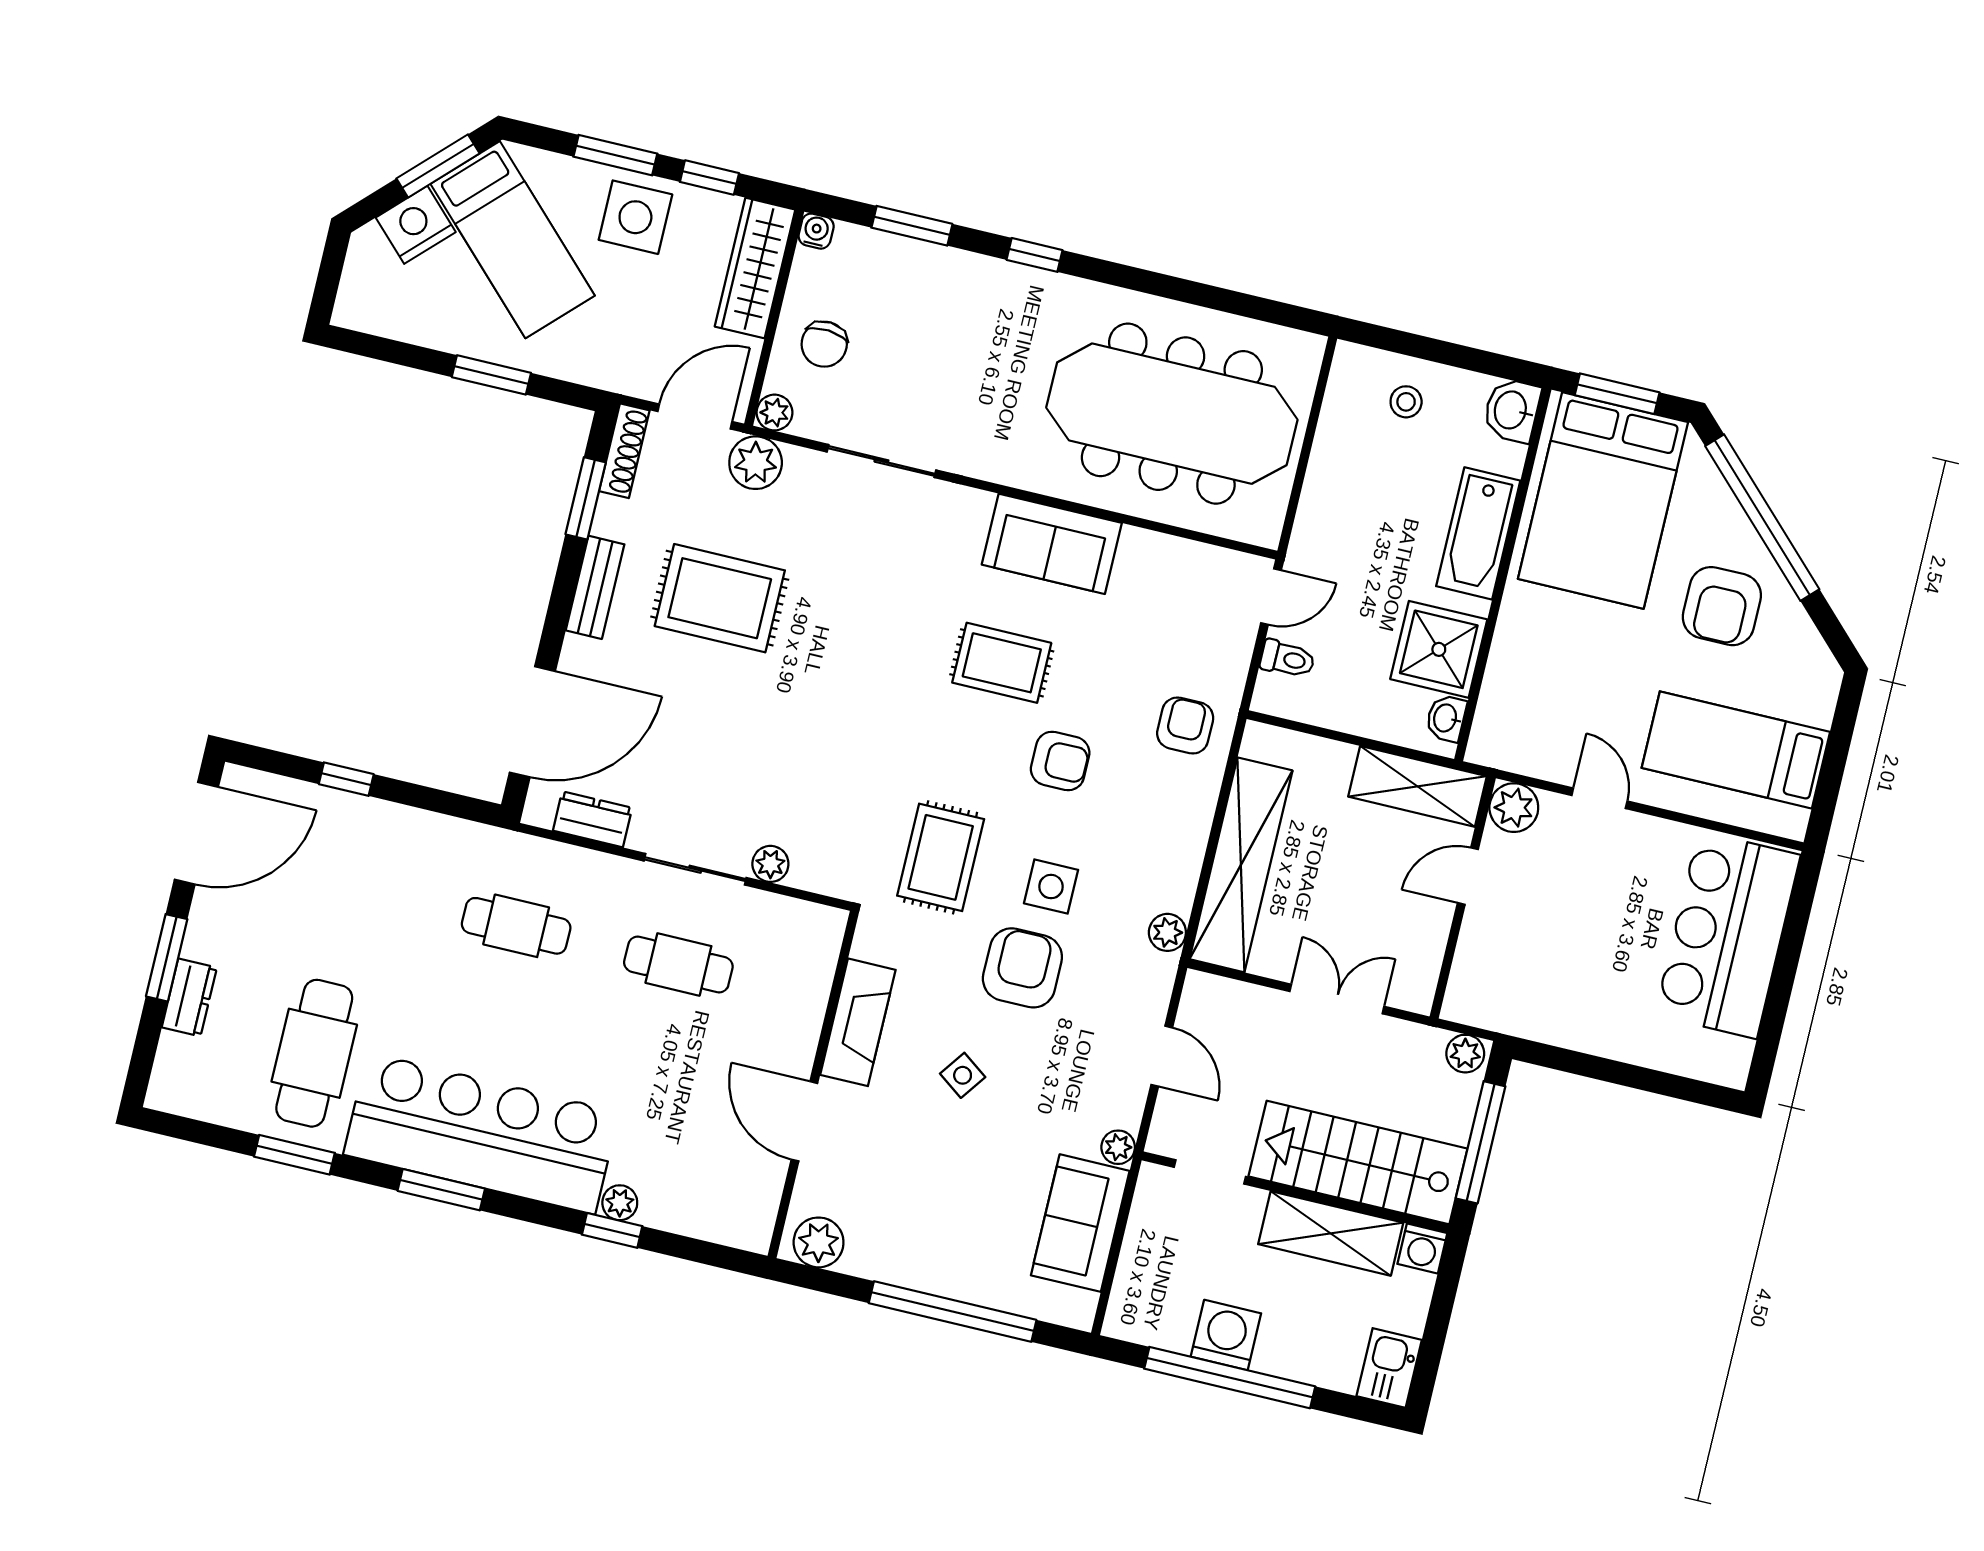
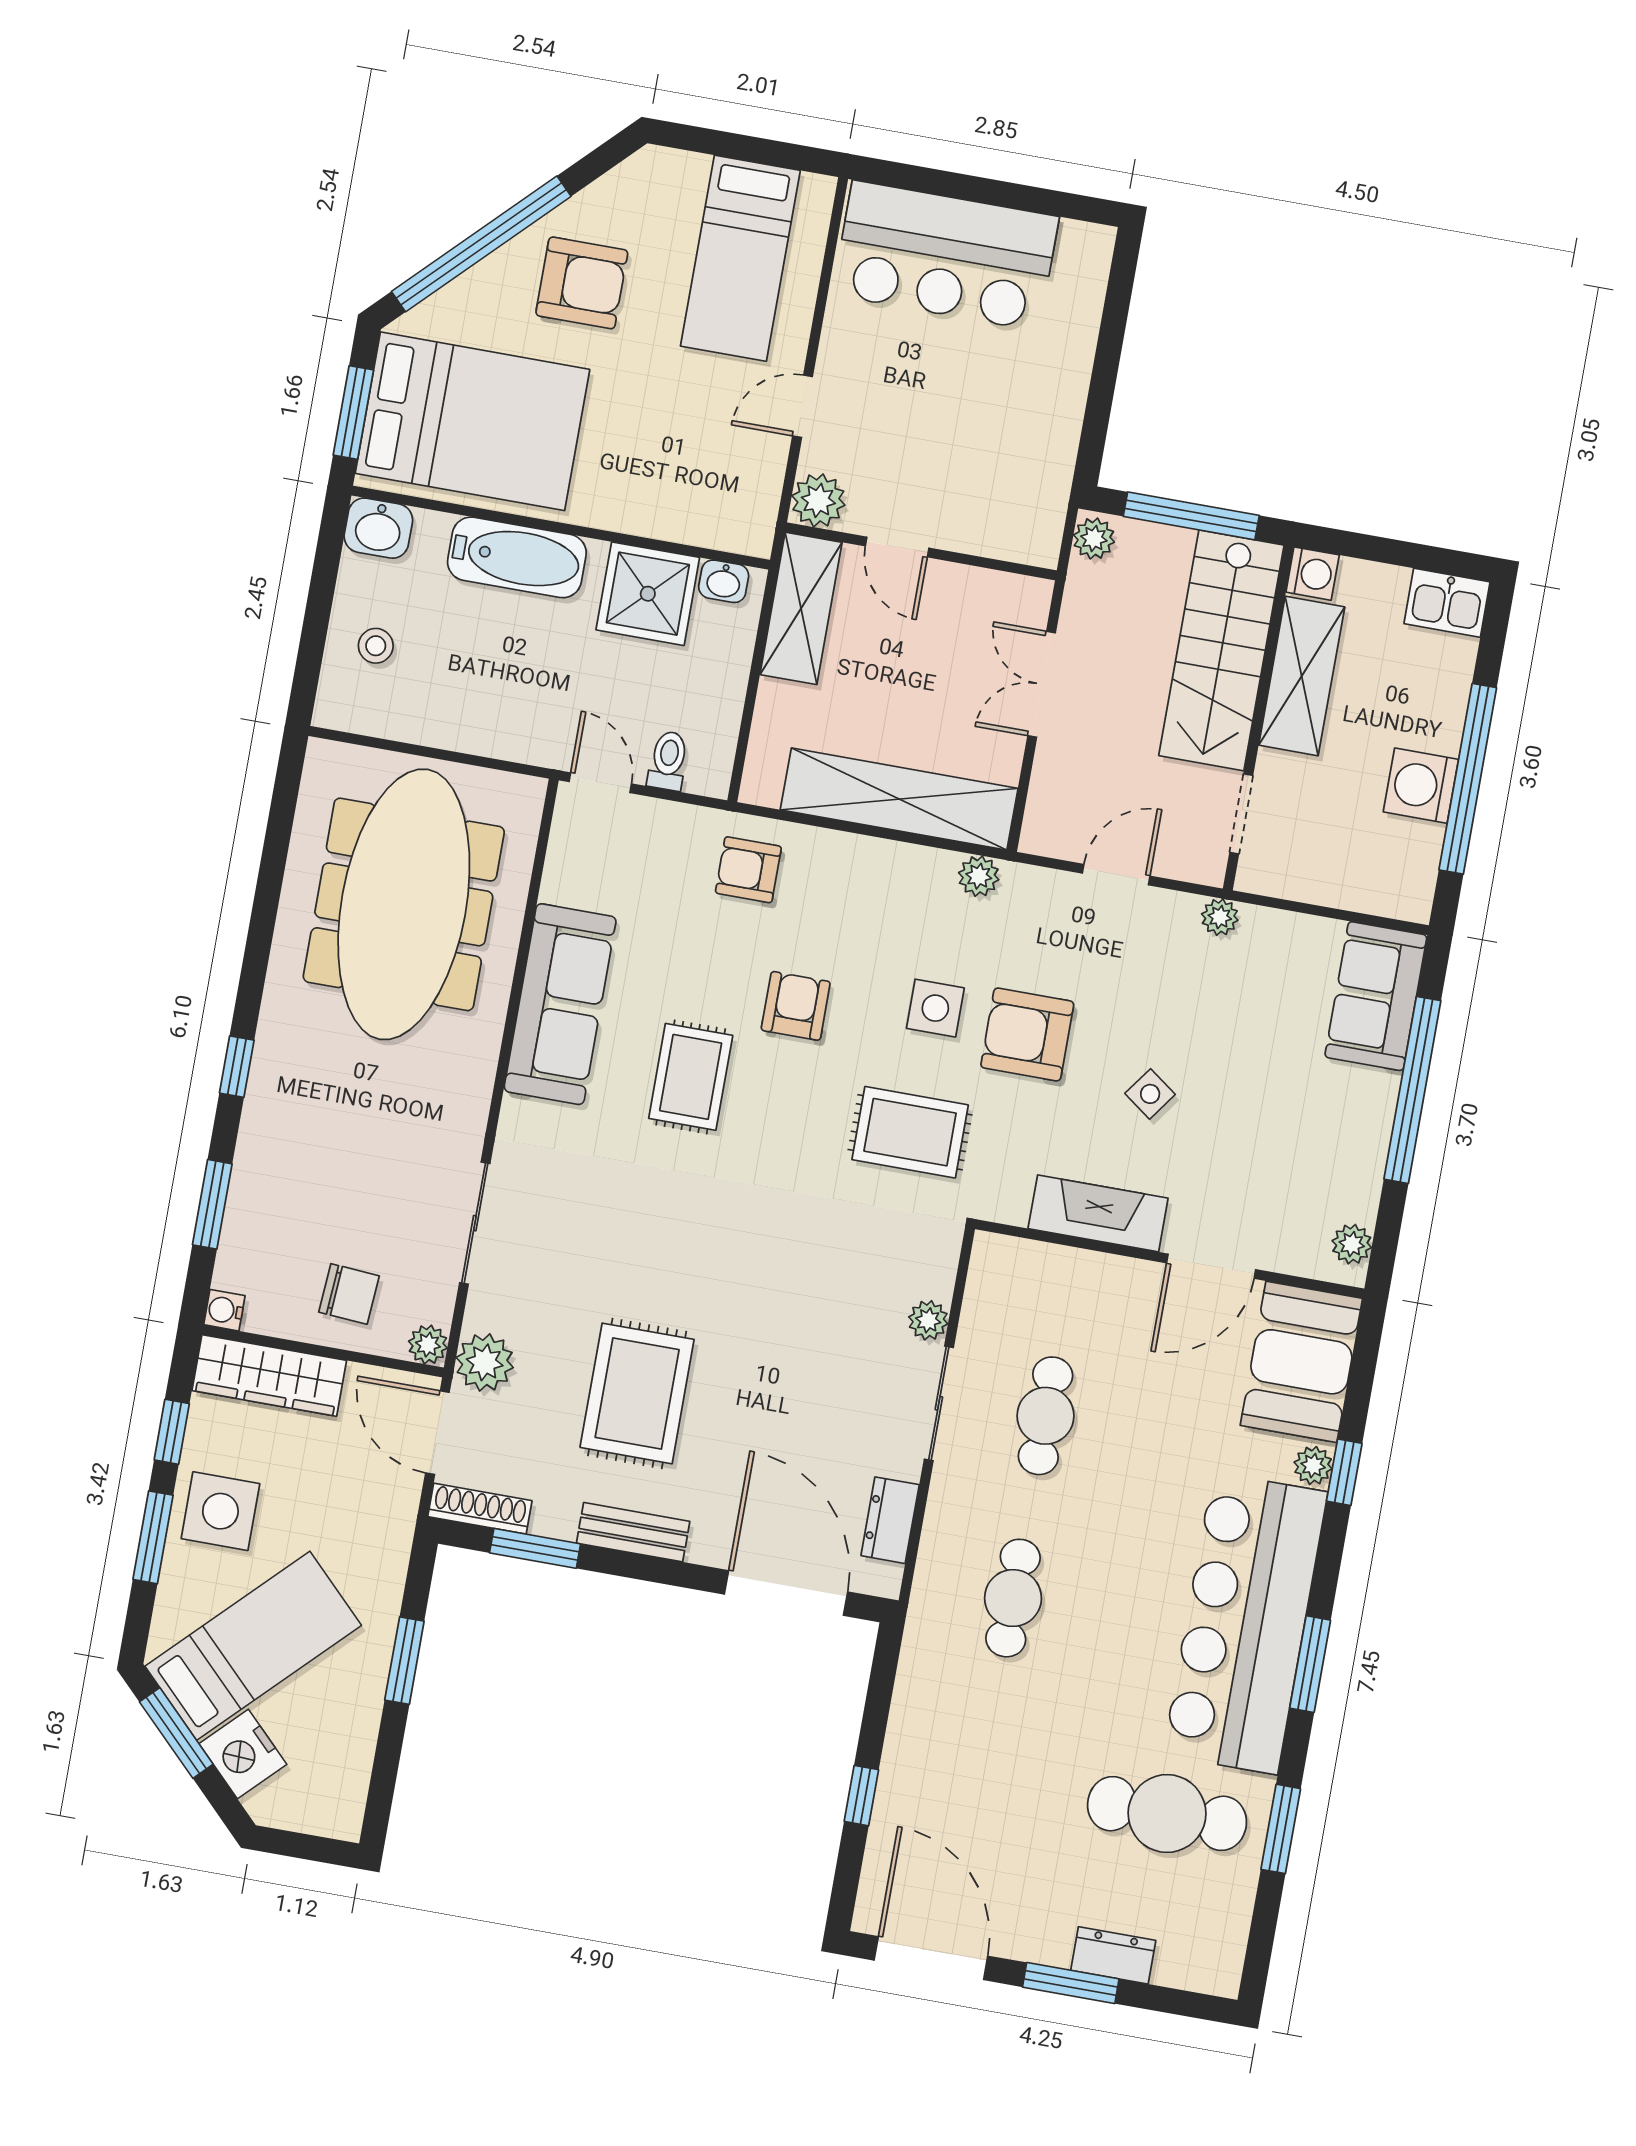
sofa: (1052, 544) -> (560, 1004), width x1.36
booth: (714, 1198) -> (1301, 1362), added
sofa: (1080, 1223) -> (1376, 996), moved, turned 90
plant: (819, 1242) -> (1352, 1244), width x0.73, depth x0.73

